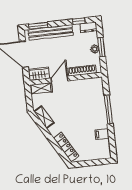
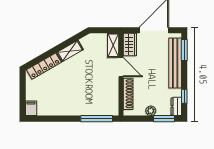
window: (101, 47) -> (164, 119), moved
window: (108, 109) -> (97, 119), moved
shelving: (44, 117) -> (70, 51), moved
filing cabinet: (102, 134) -> (31, 108), moved

